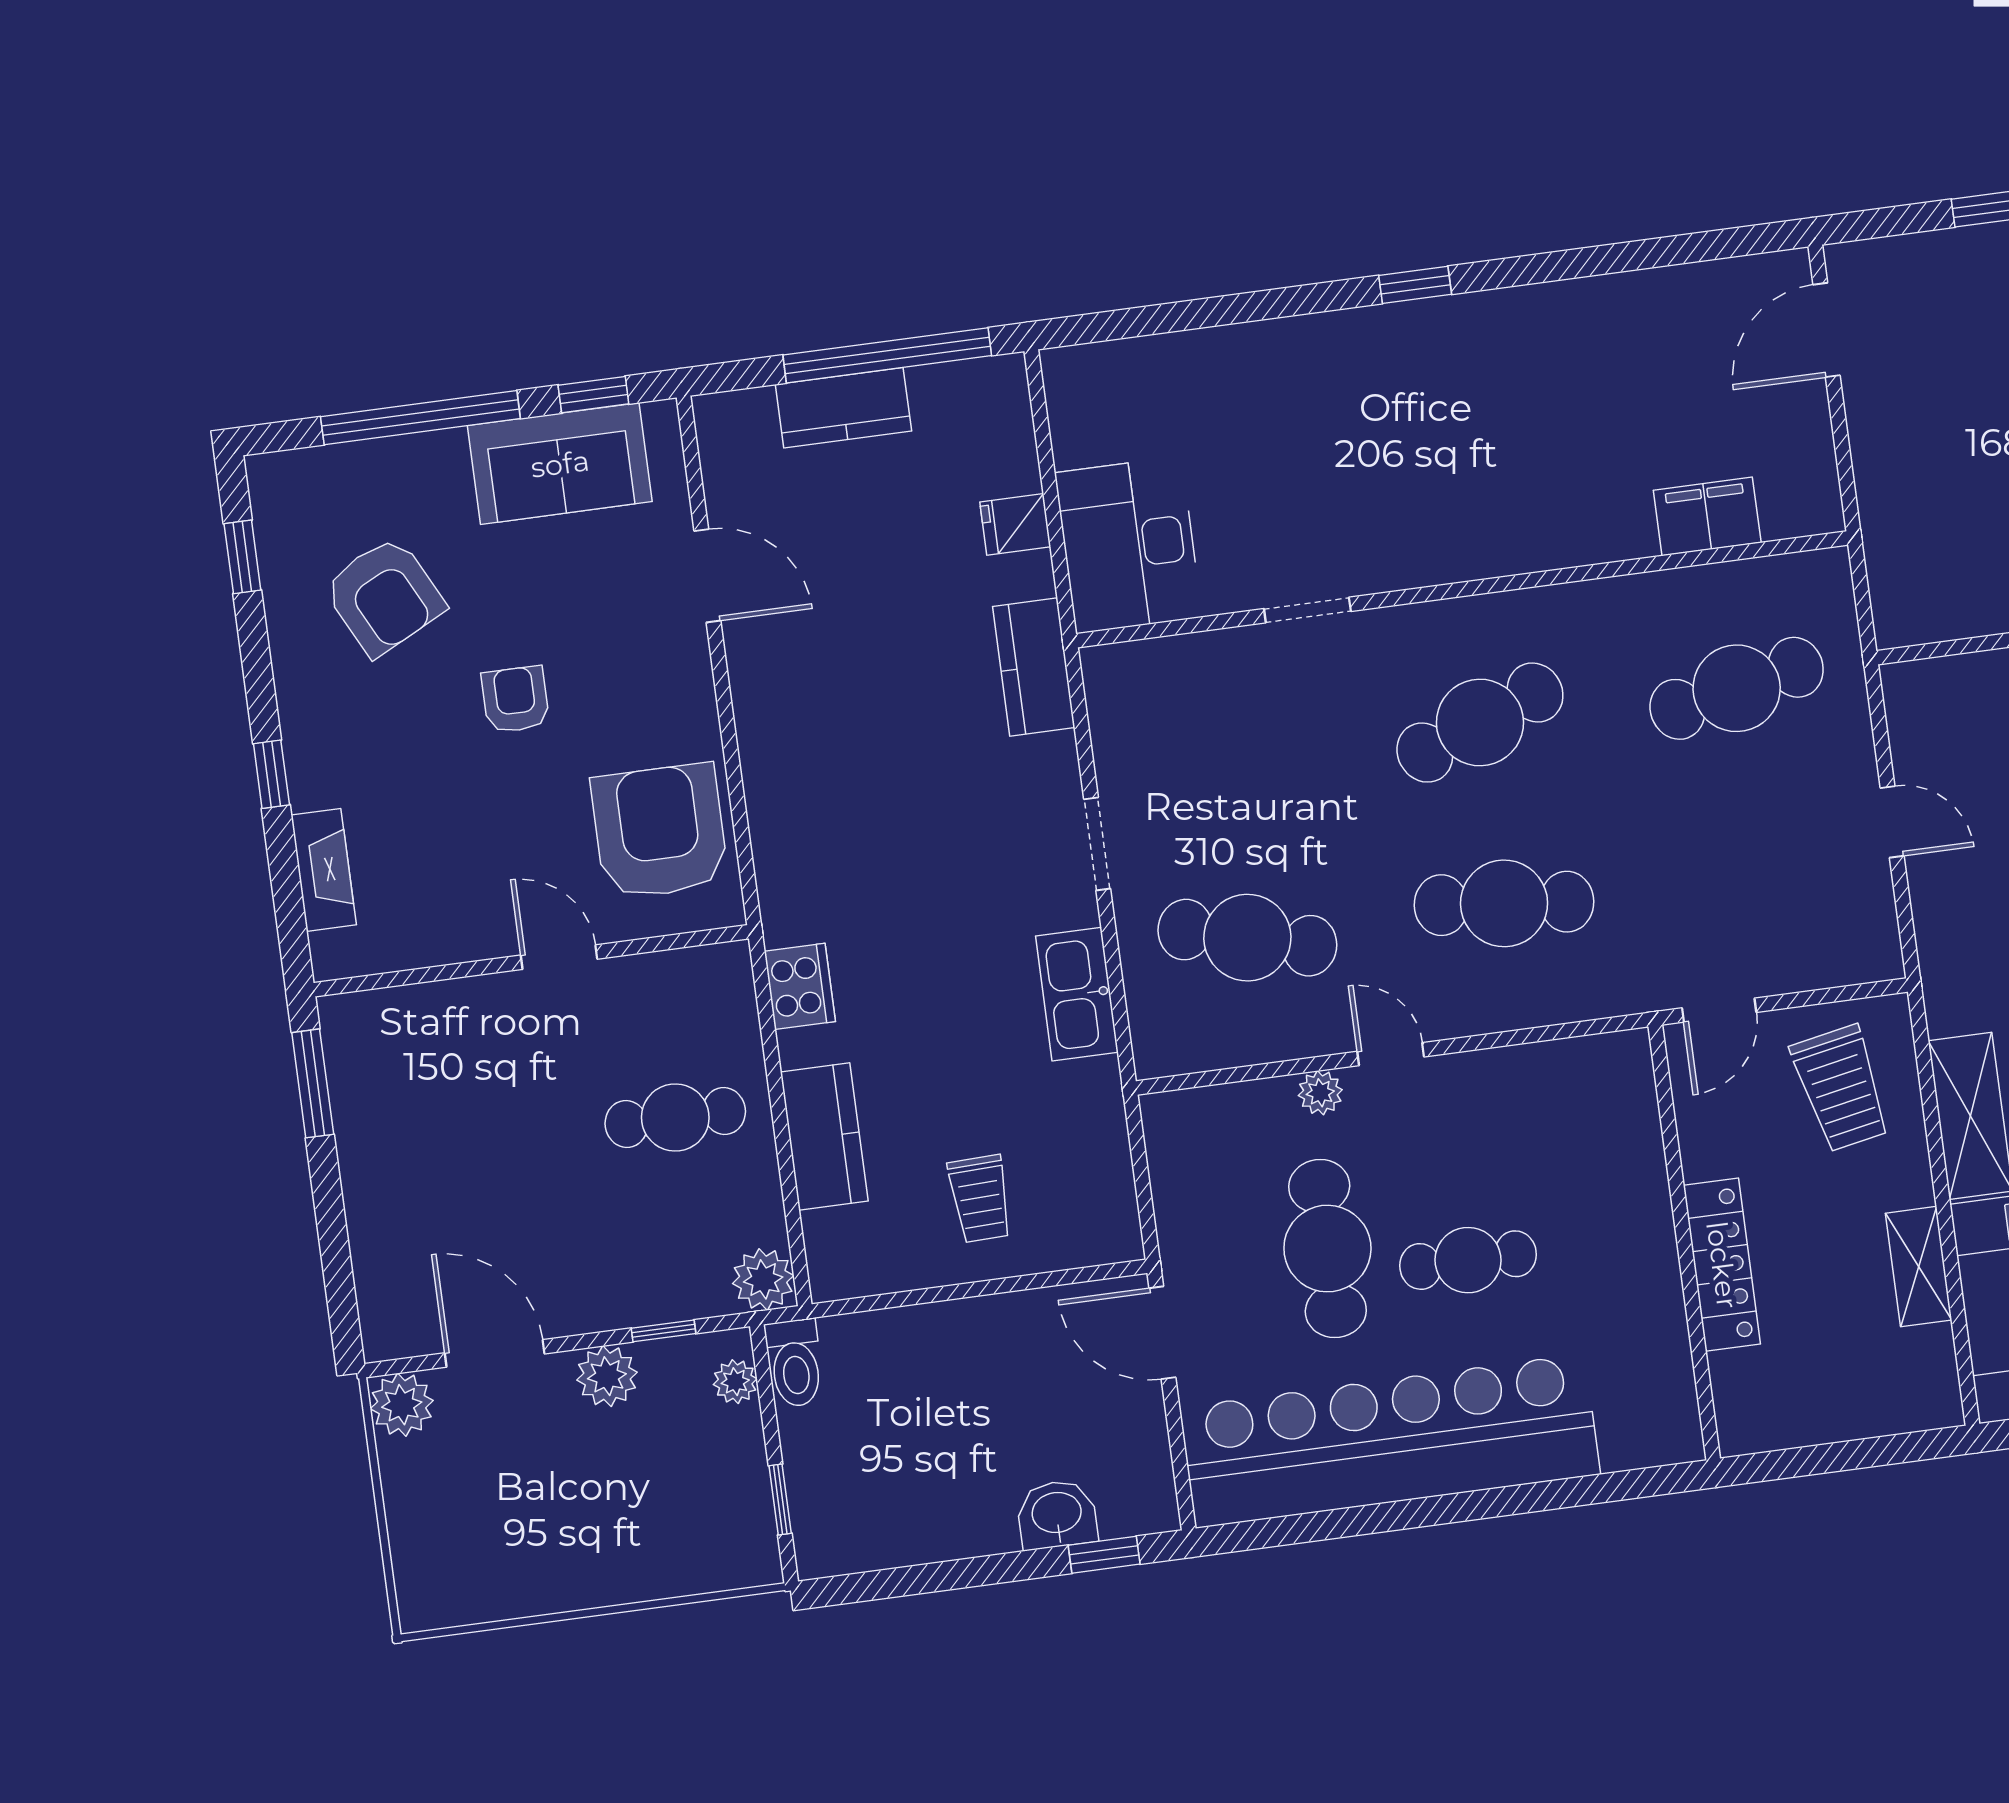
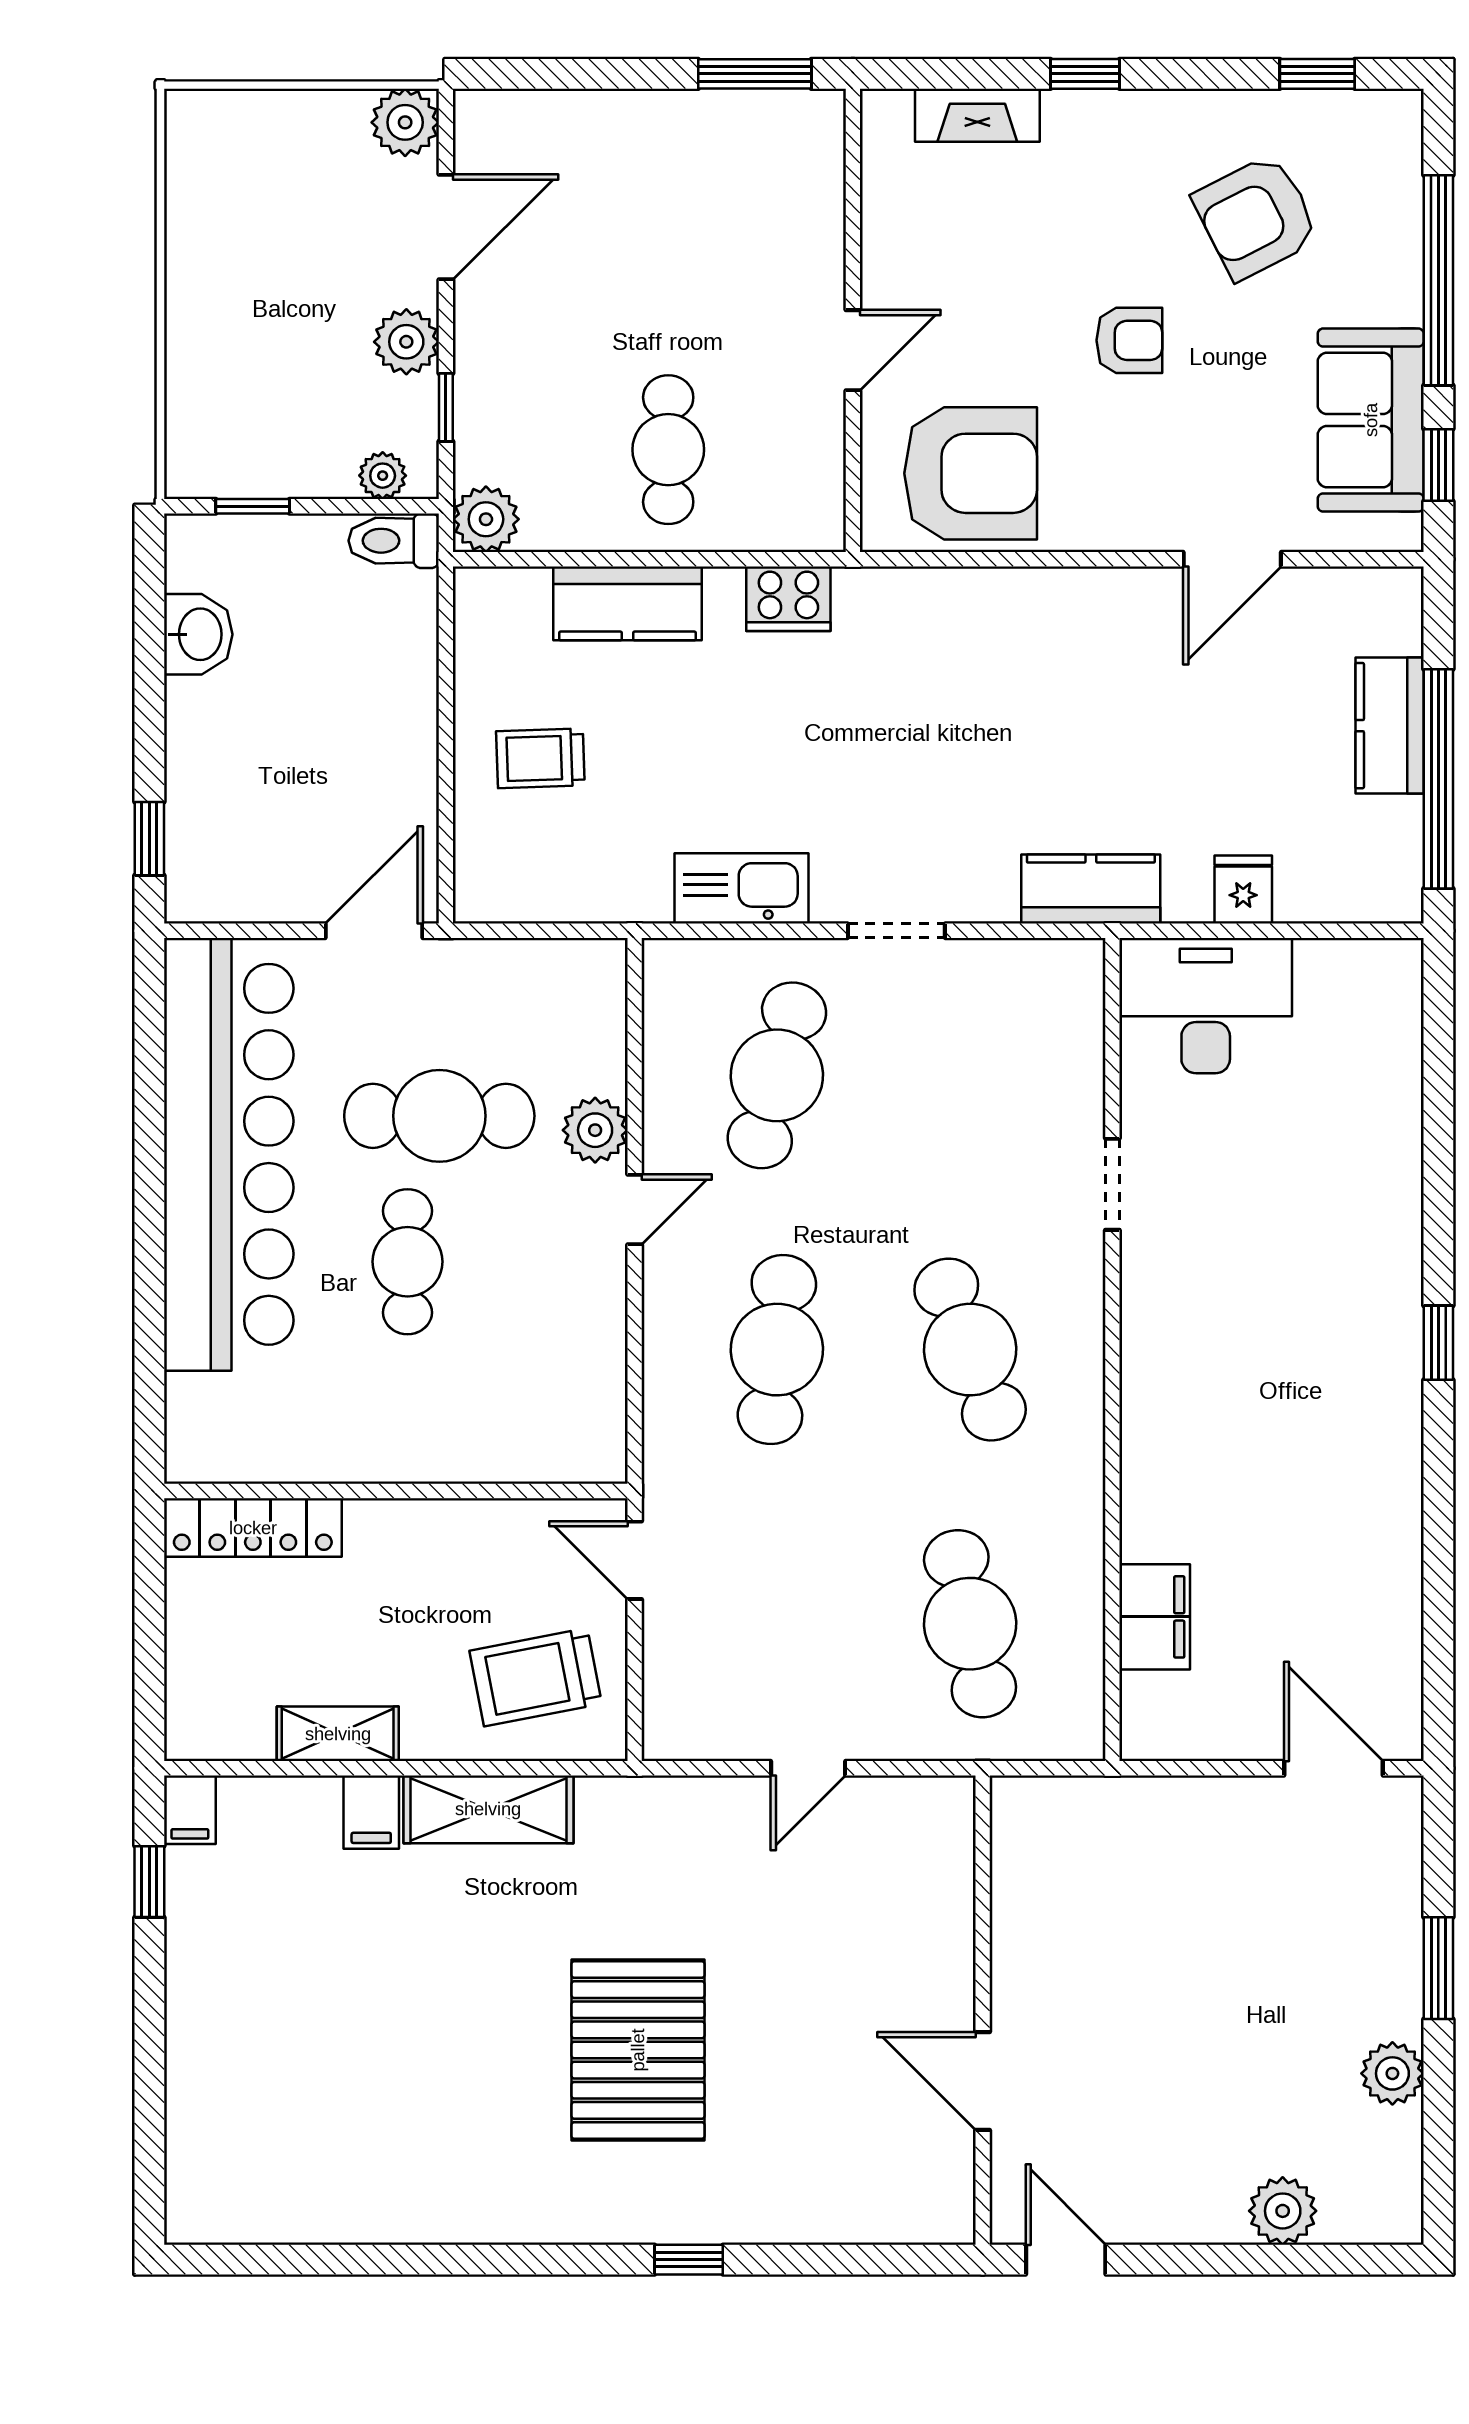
plant: (1320, 1093) -> (595, 1130), width x1.38, depth x1.38
locker: (1722, 1265) -> (253, 1528), moved
washbasin: (1057, 1514) -> (198, 634), moved

